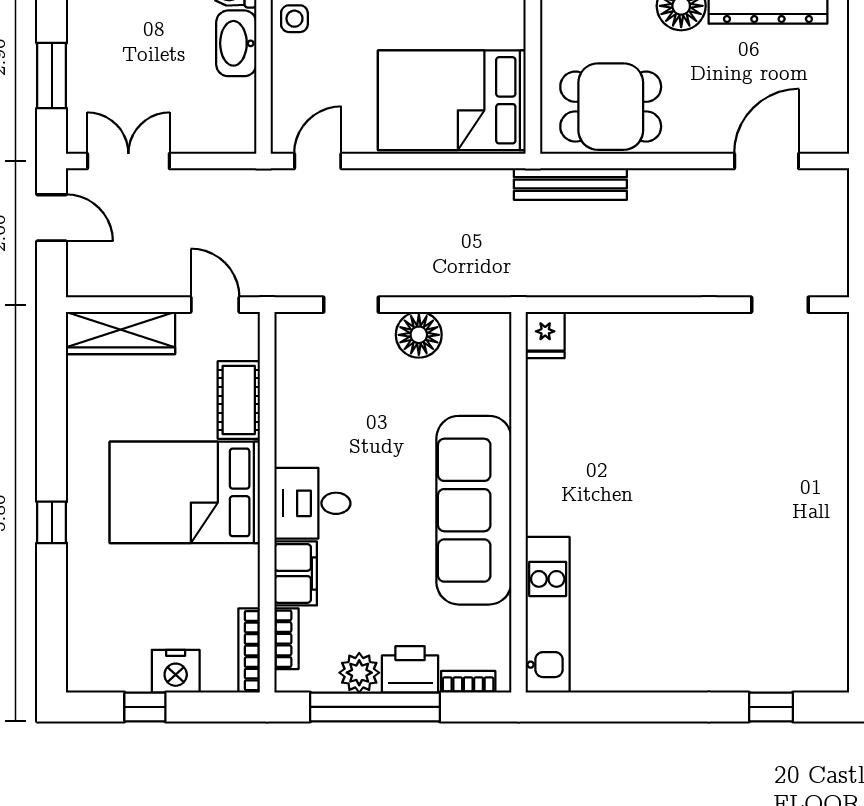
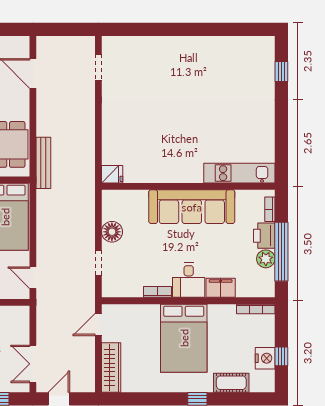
cot: (239, 400) -> (231, 383), moved
bookcase: (286, 639) -> (157, 292), moved
nightstand: (176, 671) -> (265, 358), moved

